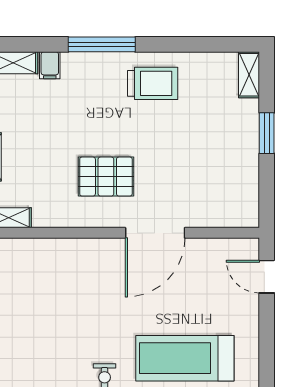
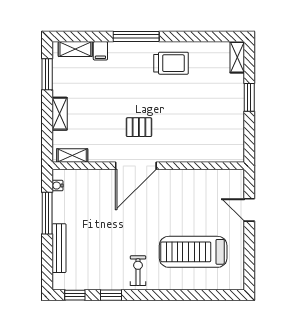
pallet: (106, 177) -> (139, 127), width x0.67, depth x0.71
door: (155, 233) -> (136, 166), moved
door: (267, 277) -> (249, 210), moved

